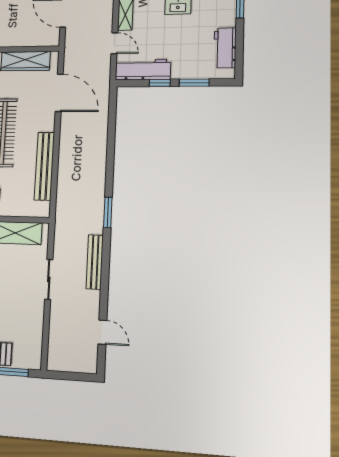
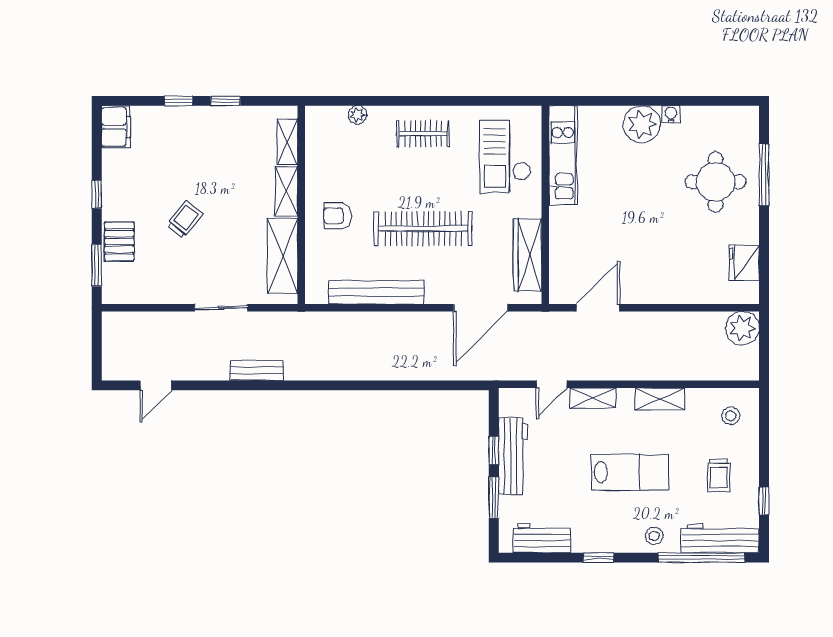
workbench: (143, 70) -> (513, 456), moved
window: (108, 212) -> (314, 385), removed
bench: (95, 262) -> (257, 371), width x0.73

